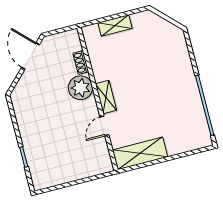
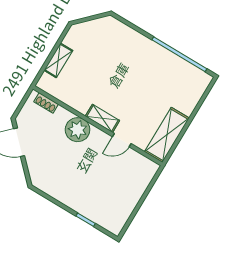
shoe rack: (81, 62) -> (46, 103), moved
door: (104, 126) -> (122, 140), hinge flipped

